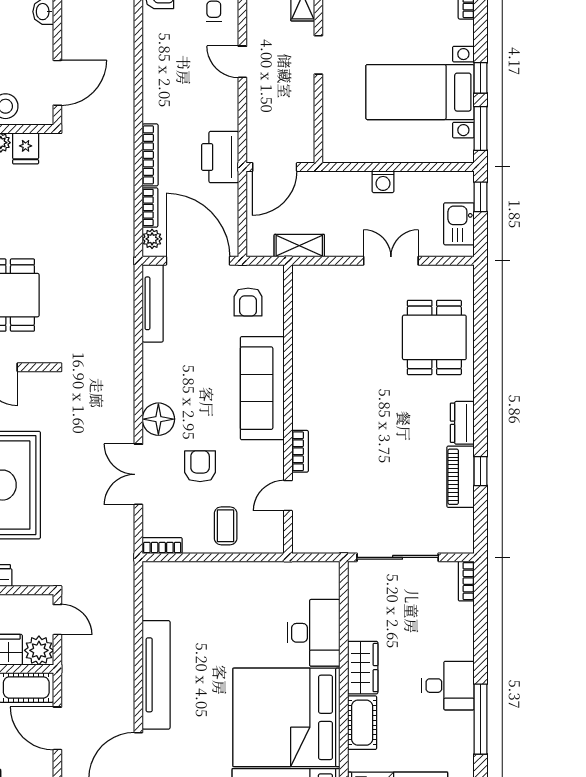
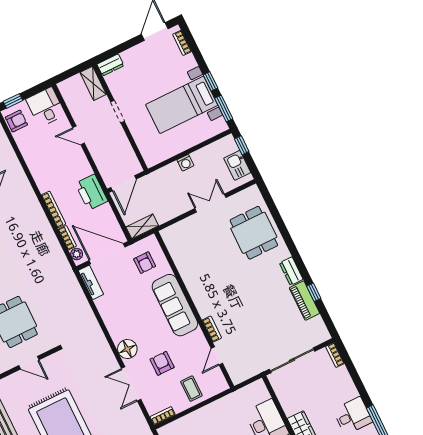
shelving: (299, 246) -> (142, 226), moved
tv unit: (153, 303) -> (91, 282), width x0.71

